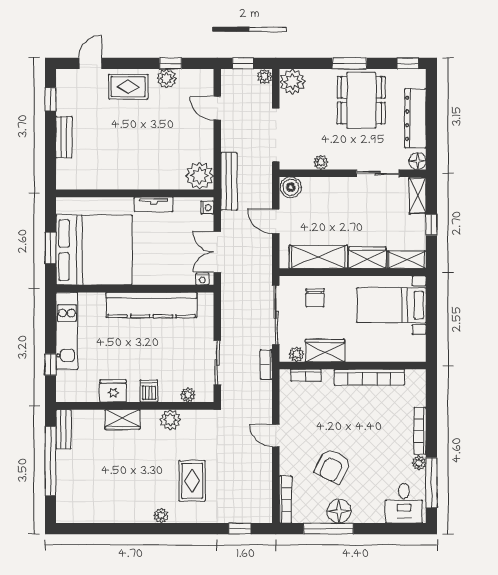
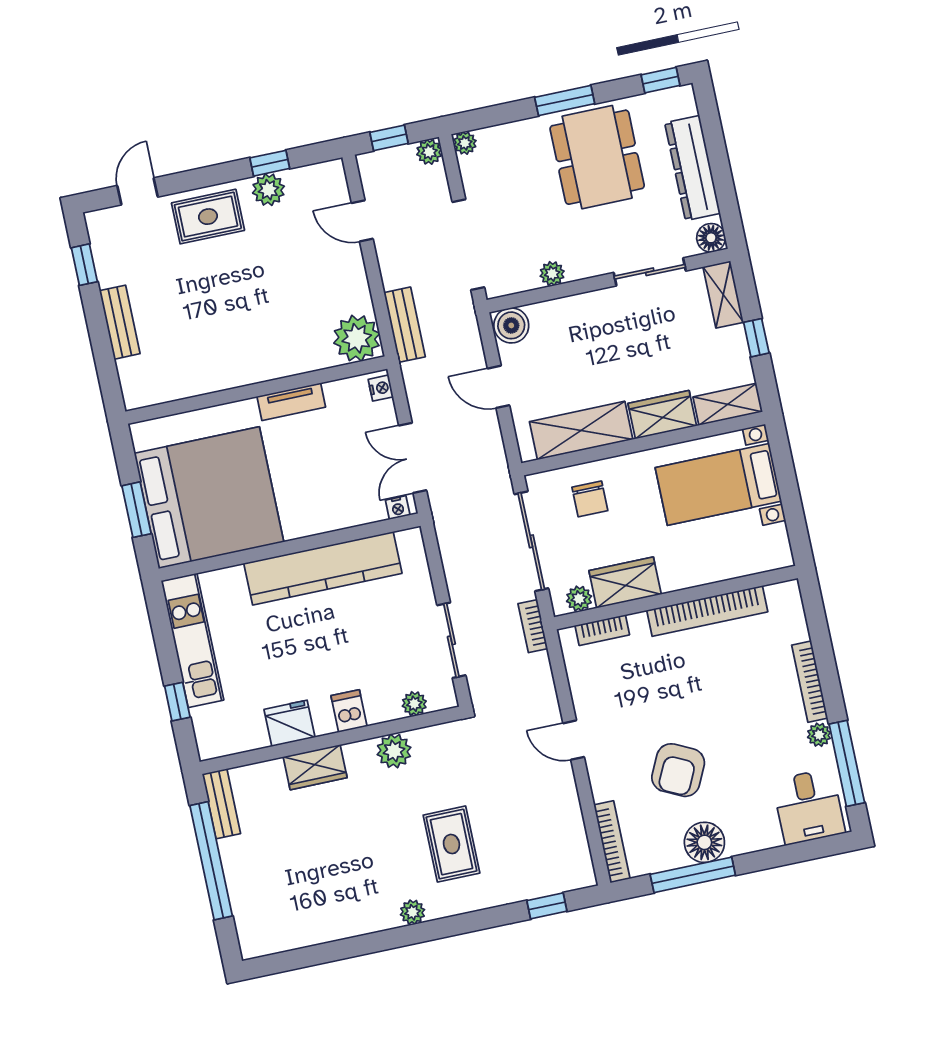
plant: (292, 82) -> (465, 143), width x0.53, depth x0.53
bench: (229, 181) -> (405, 325), width x0.73

